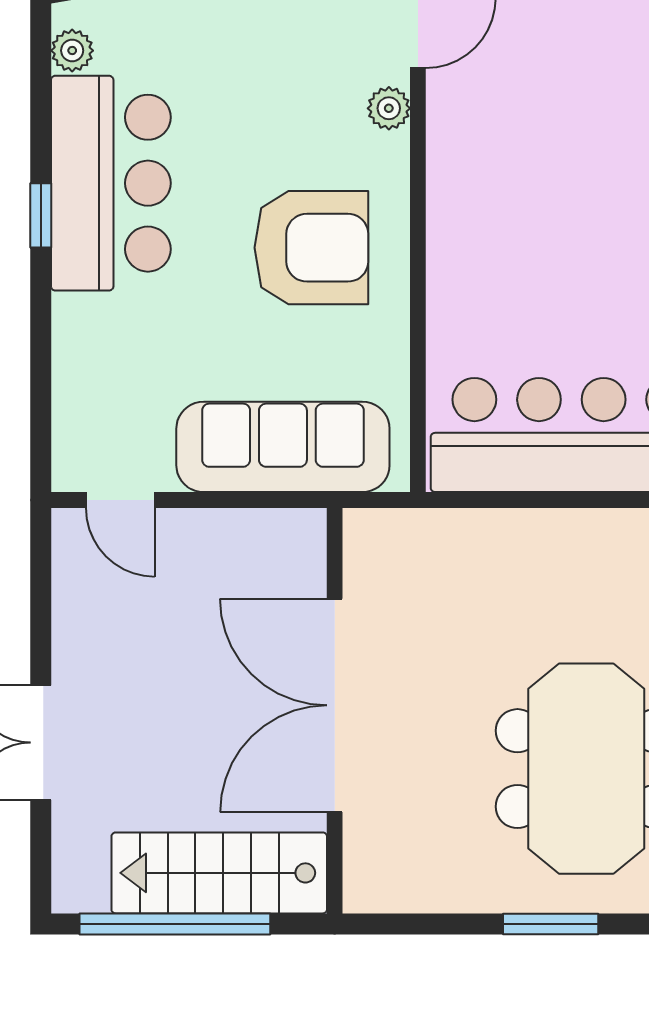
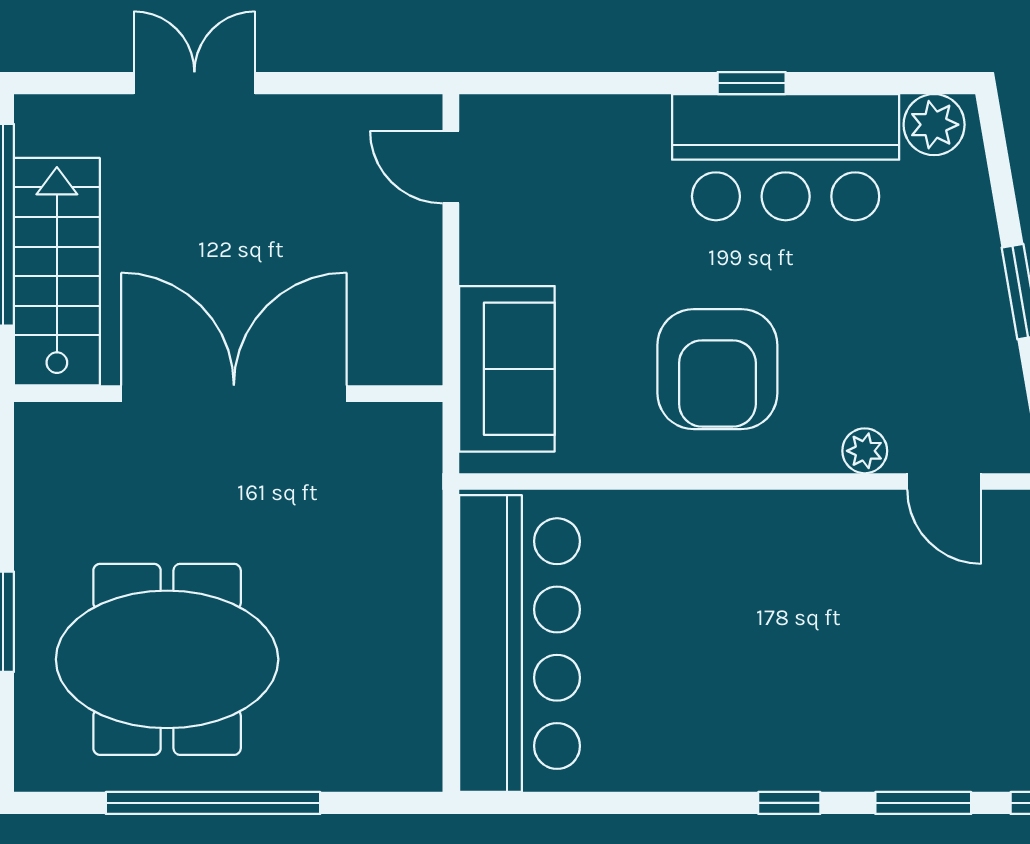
plant: (72, 51) -> (934, 125), width x1.38, depth x1.38
sofa: (283, 447) -> (507, 369), width x0.73
door: (120, 500) -> (451, 167), hinge flipped

